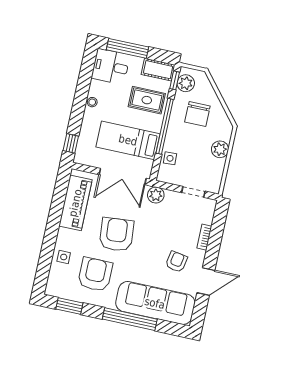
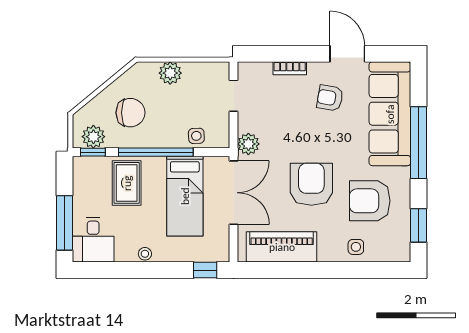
cot: (158, 70) -> (84, 177), removed
armchair: (116, 235) -> (311, 184), turned 95

